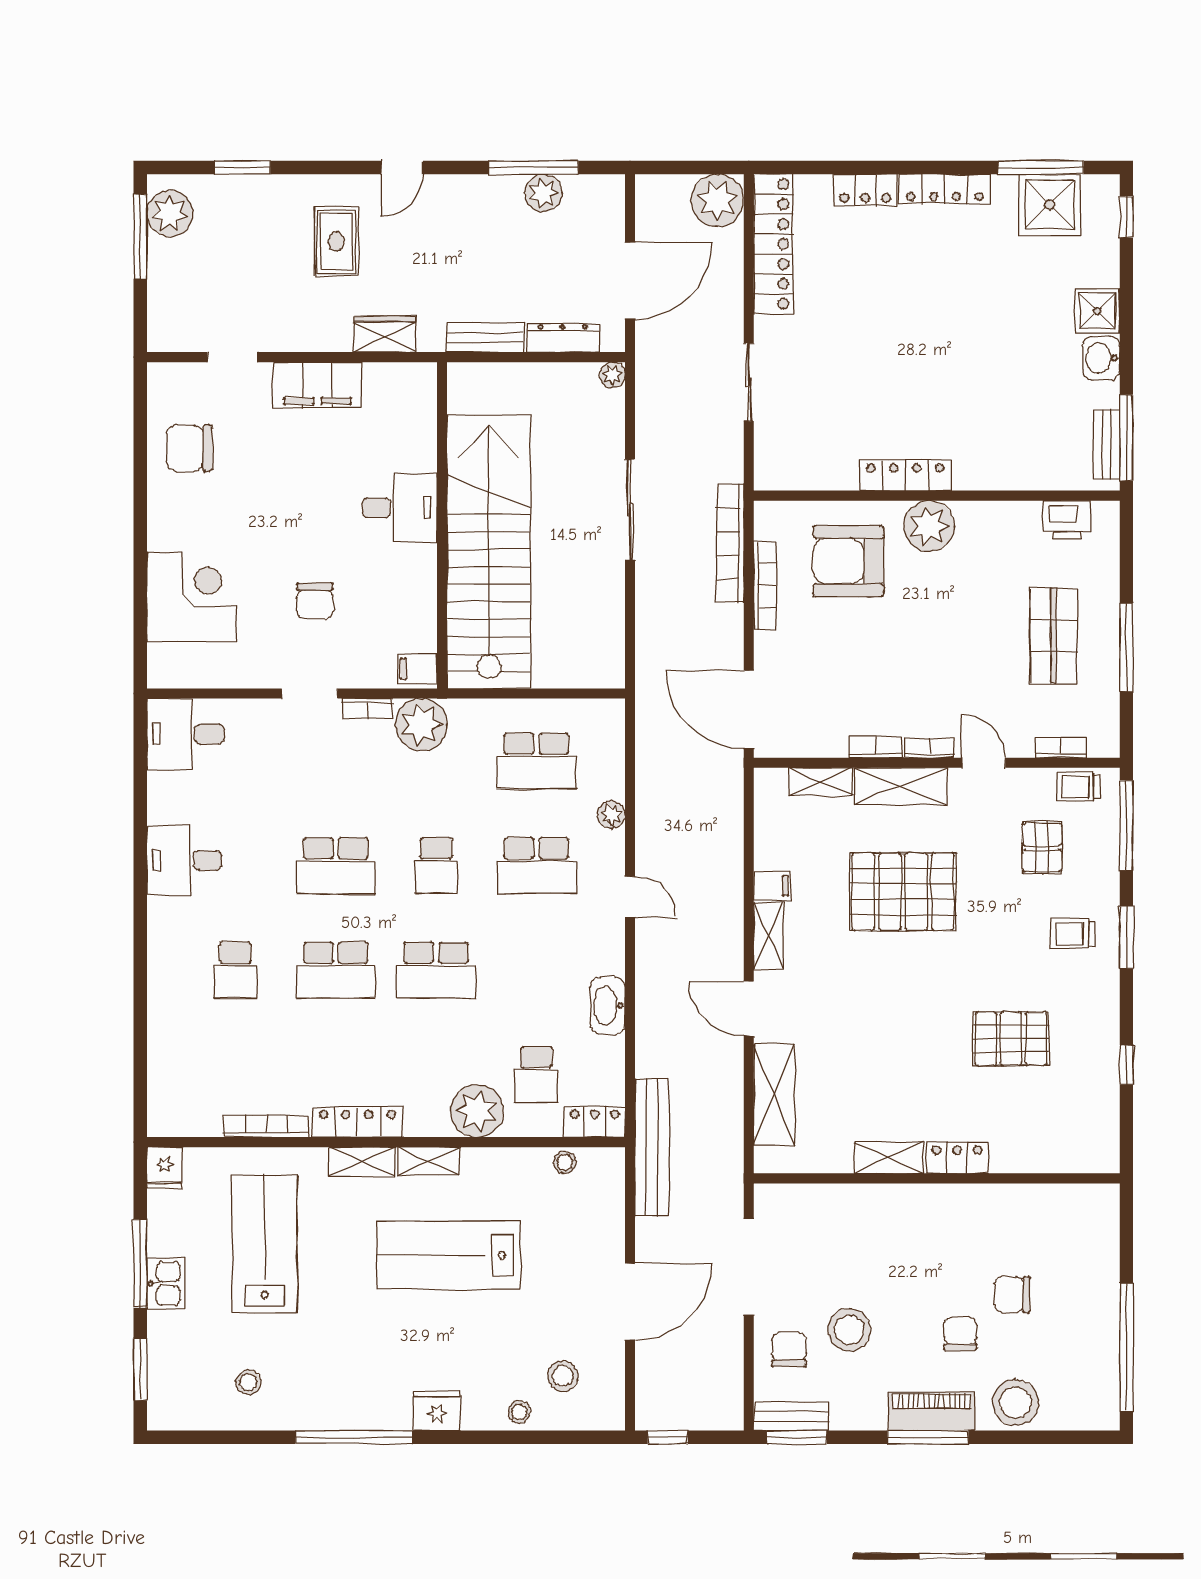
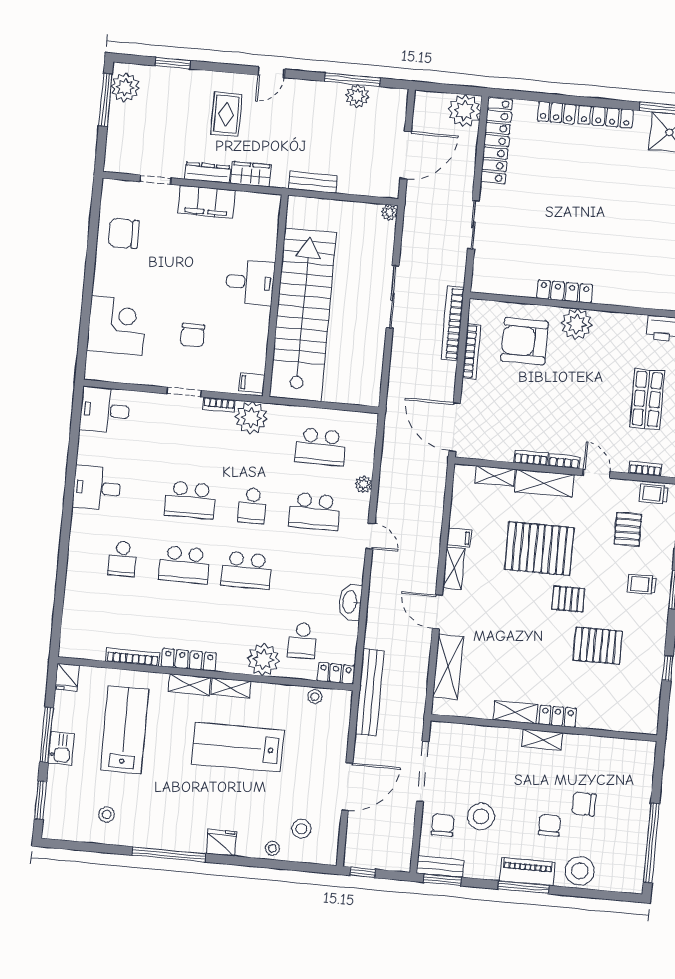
dresser: (563, 338) -> (207, 173), moved
pallet: (957, 968) -> (568, 599), added
shelving: (936, 1198) -> (542, 740), added

